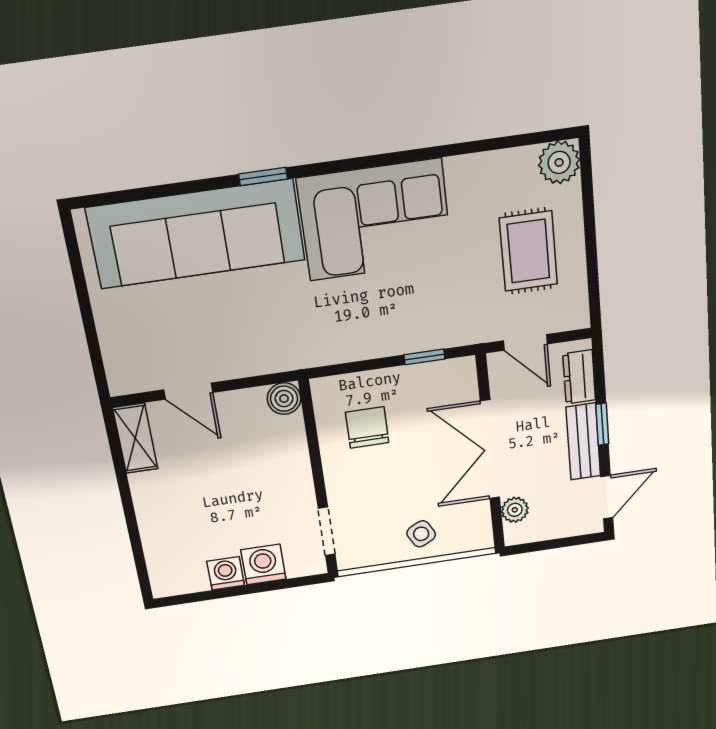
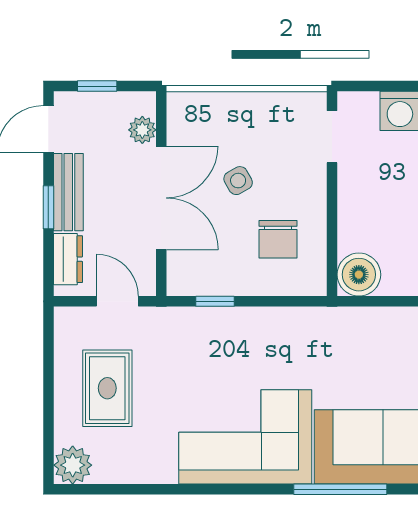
window: (263, 176) -> (340, 489), width x2.17
boiler: (284, 399) -> (359, 275), width x1.36, depth x1.36
side table: (421, 534) -> (238, 181), moved
window: (562, 543) -> (97, 86), added

